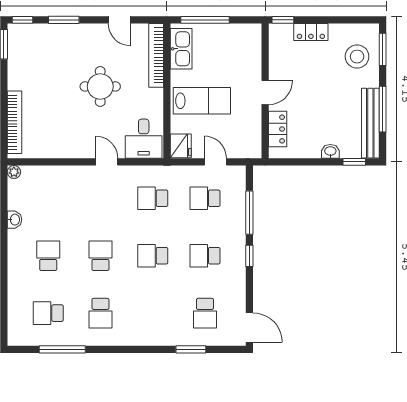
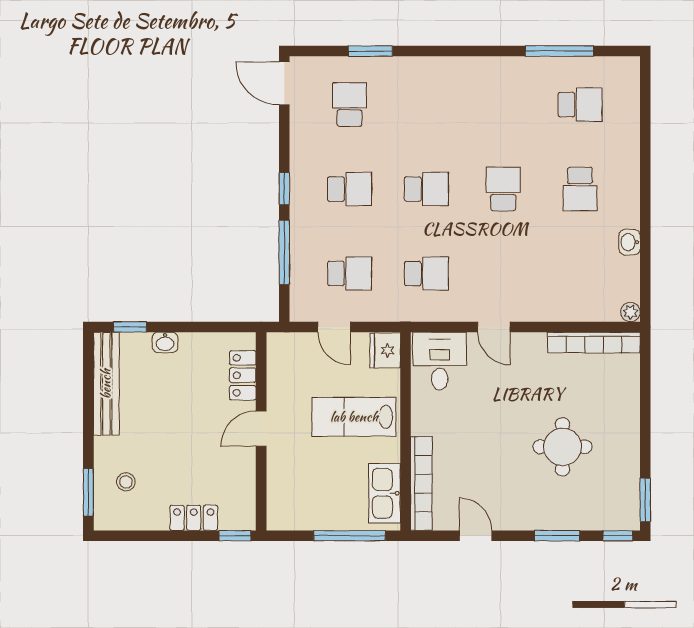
stool: (357, 57) -> (126, 482), width x0.53, depth x0.53
round table: (100, 86) -> (563, 447), moved
window: (383, 109) -> (88, 404), removed
bookcase: (15, 122) -> (594, 343), moved, turned -90
school desk: (100, 256) -> (503, 189), turned 180
school desk: (100, 313) -> (503, 105), removed

